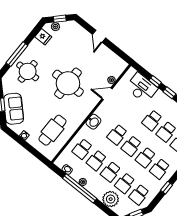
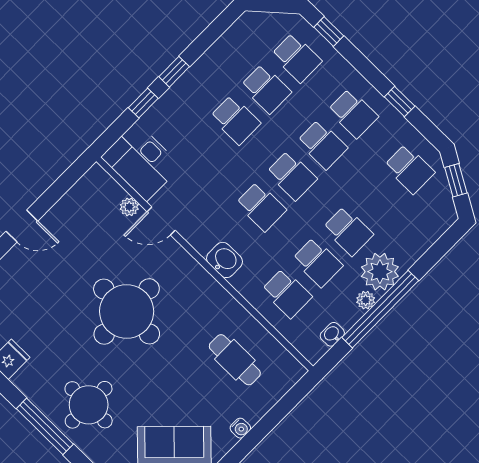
desk: (142, 88) -> (141, 162), moved, turned -90
door: (107, 94) -> (161, 221), hinge flipped
cafe table: (53, 130) -> (235, 360), width x0.73, depth x0.74
school desk: (125, 183) -> (379, 200), removed
plant: (111, 199) -> (380, 272), moved

